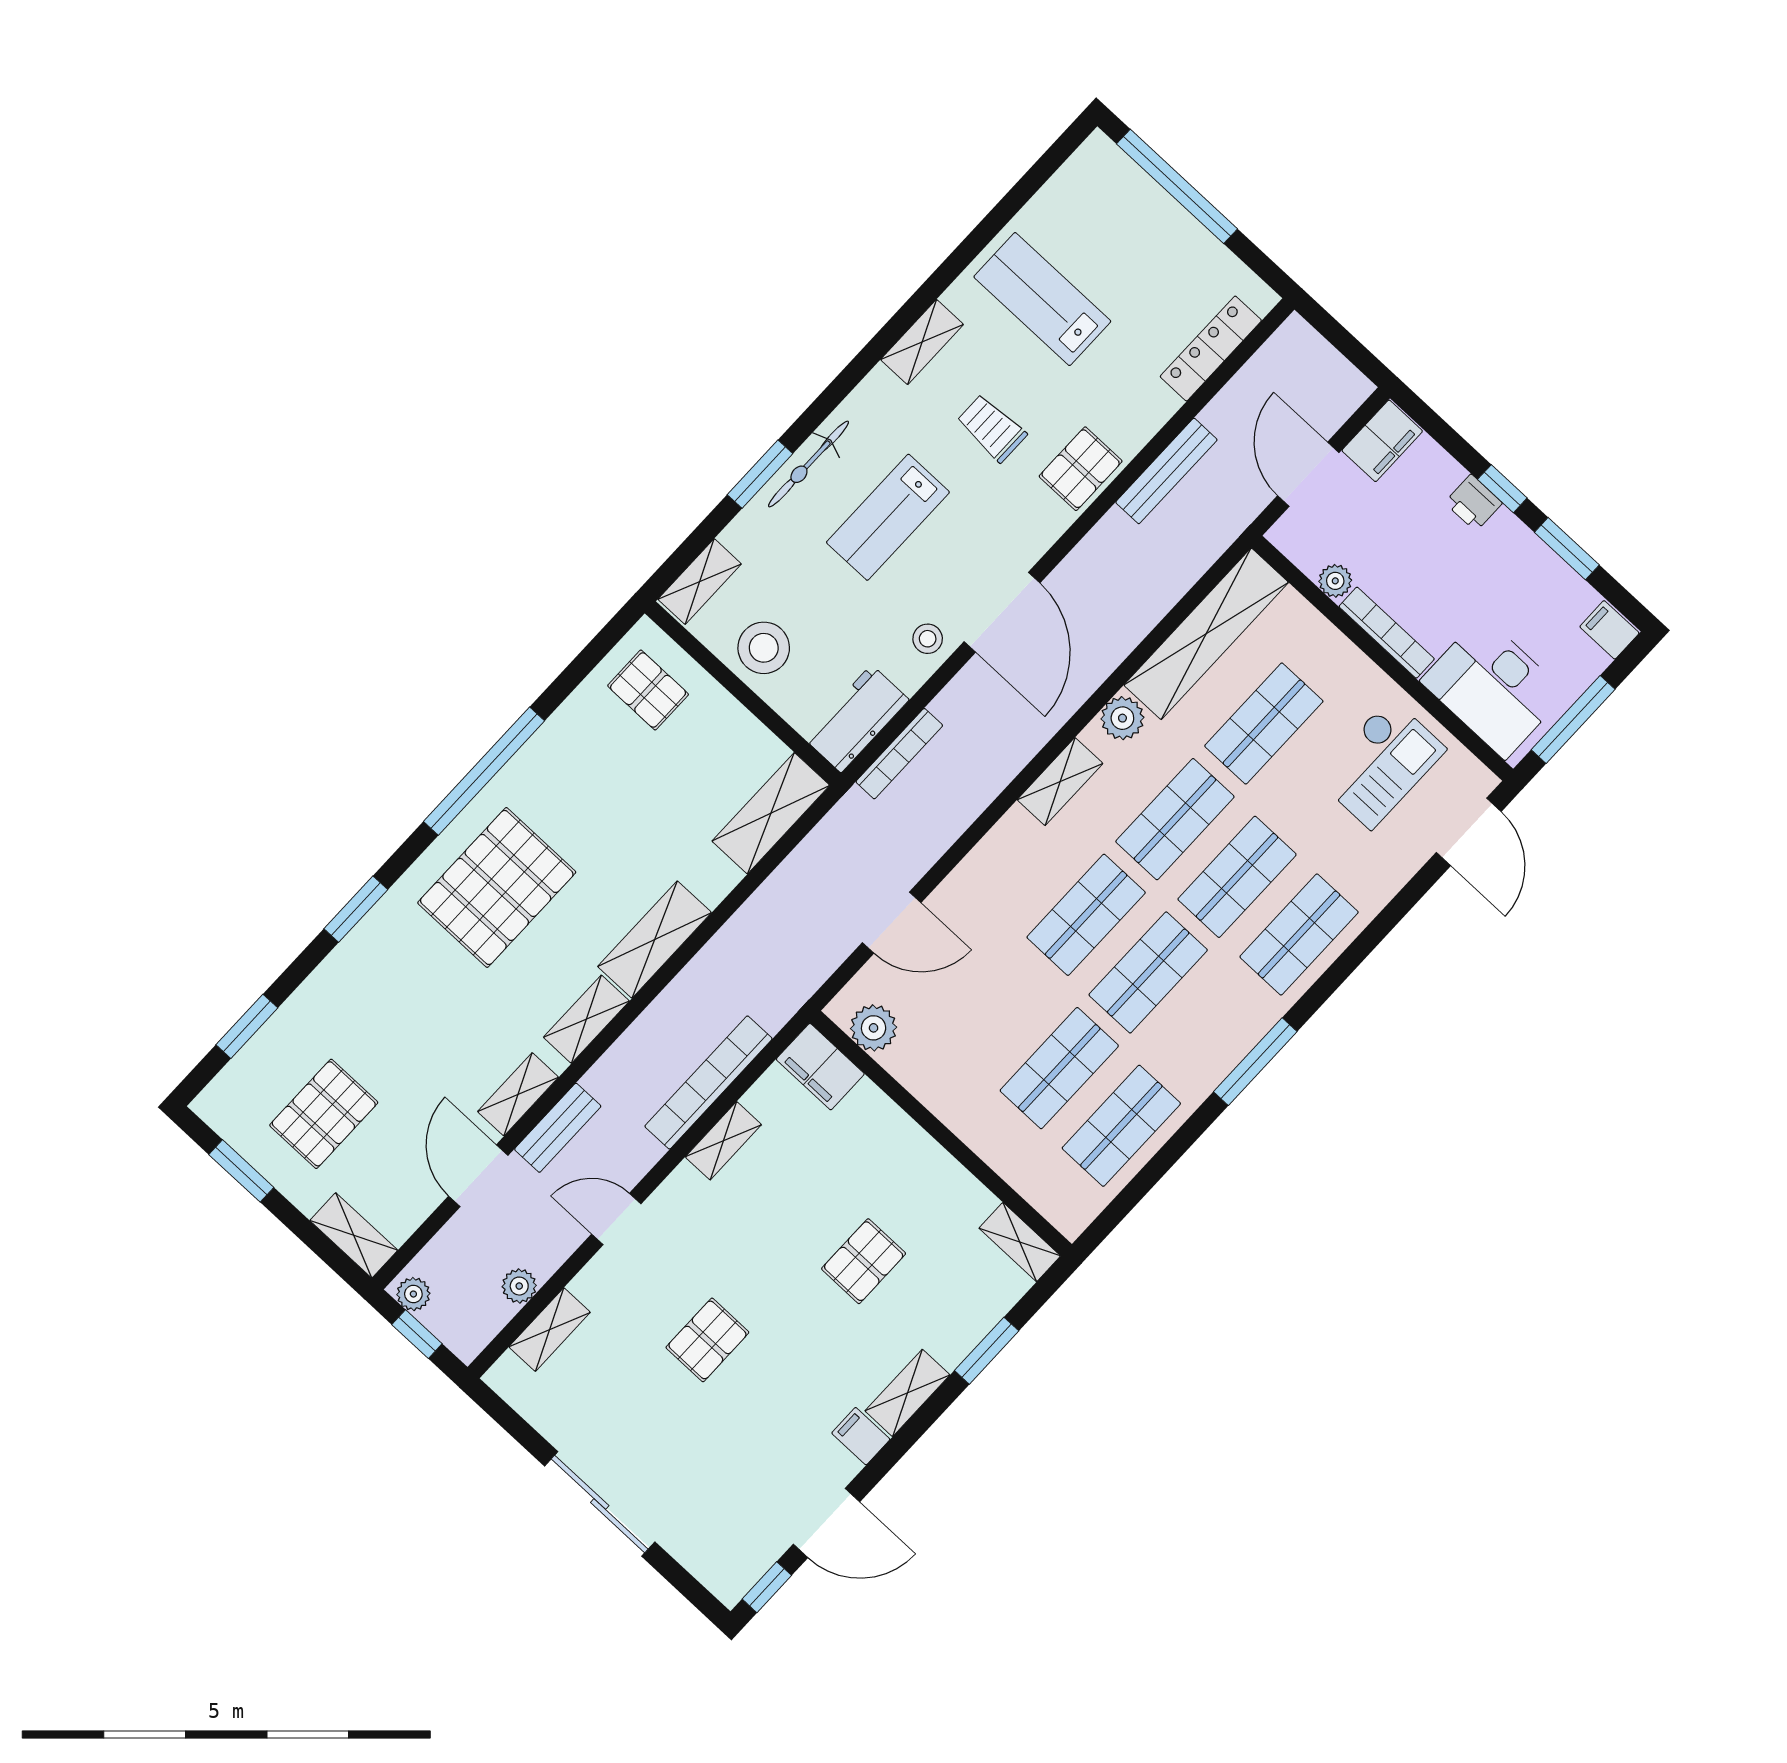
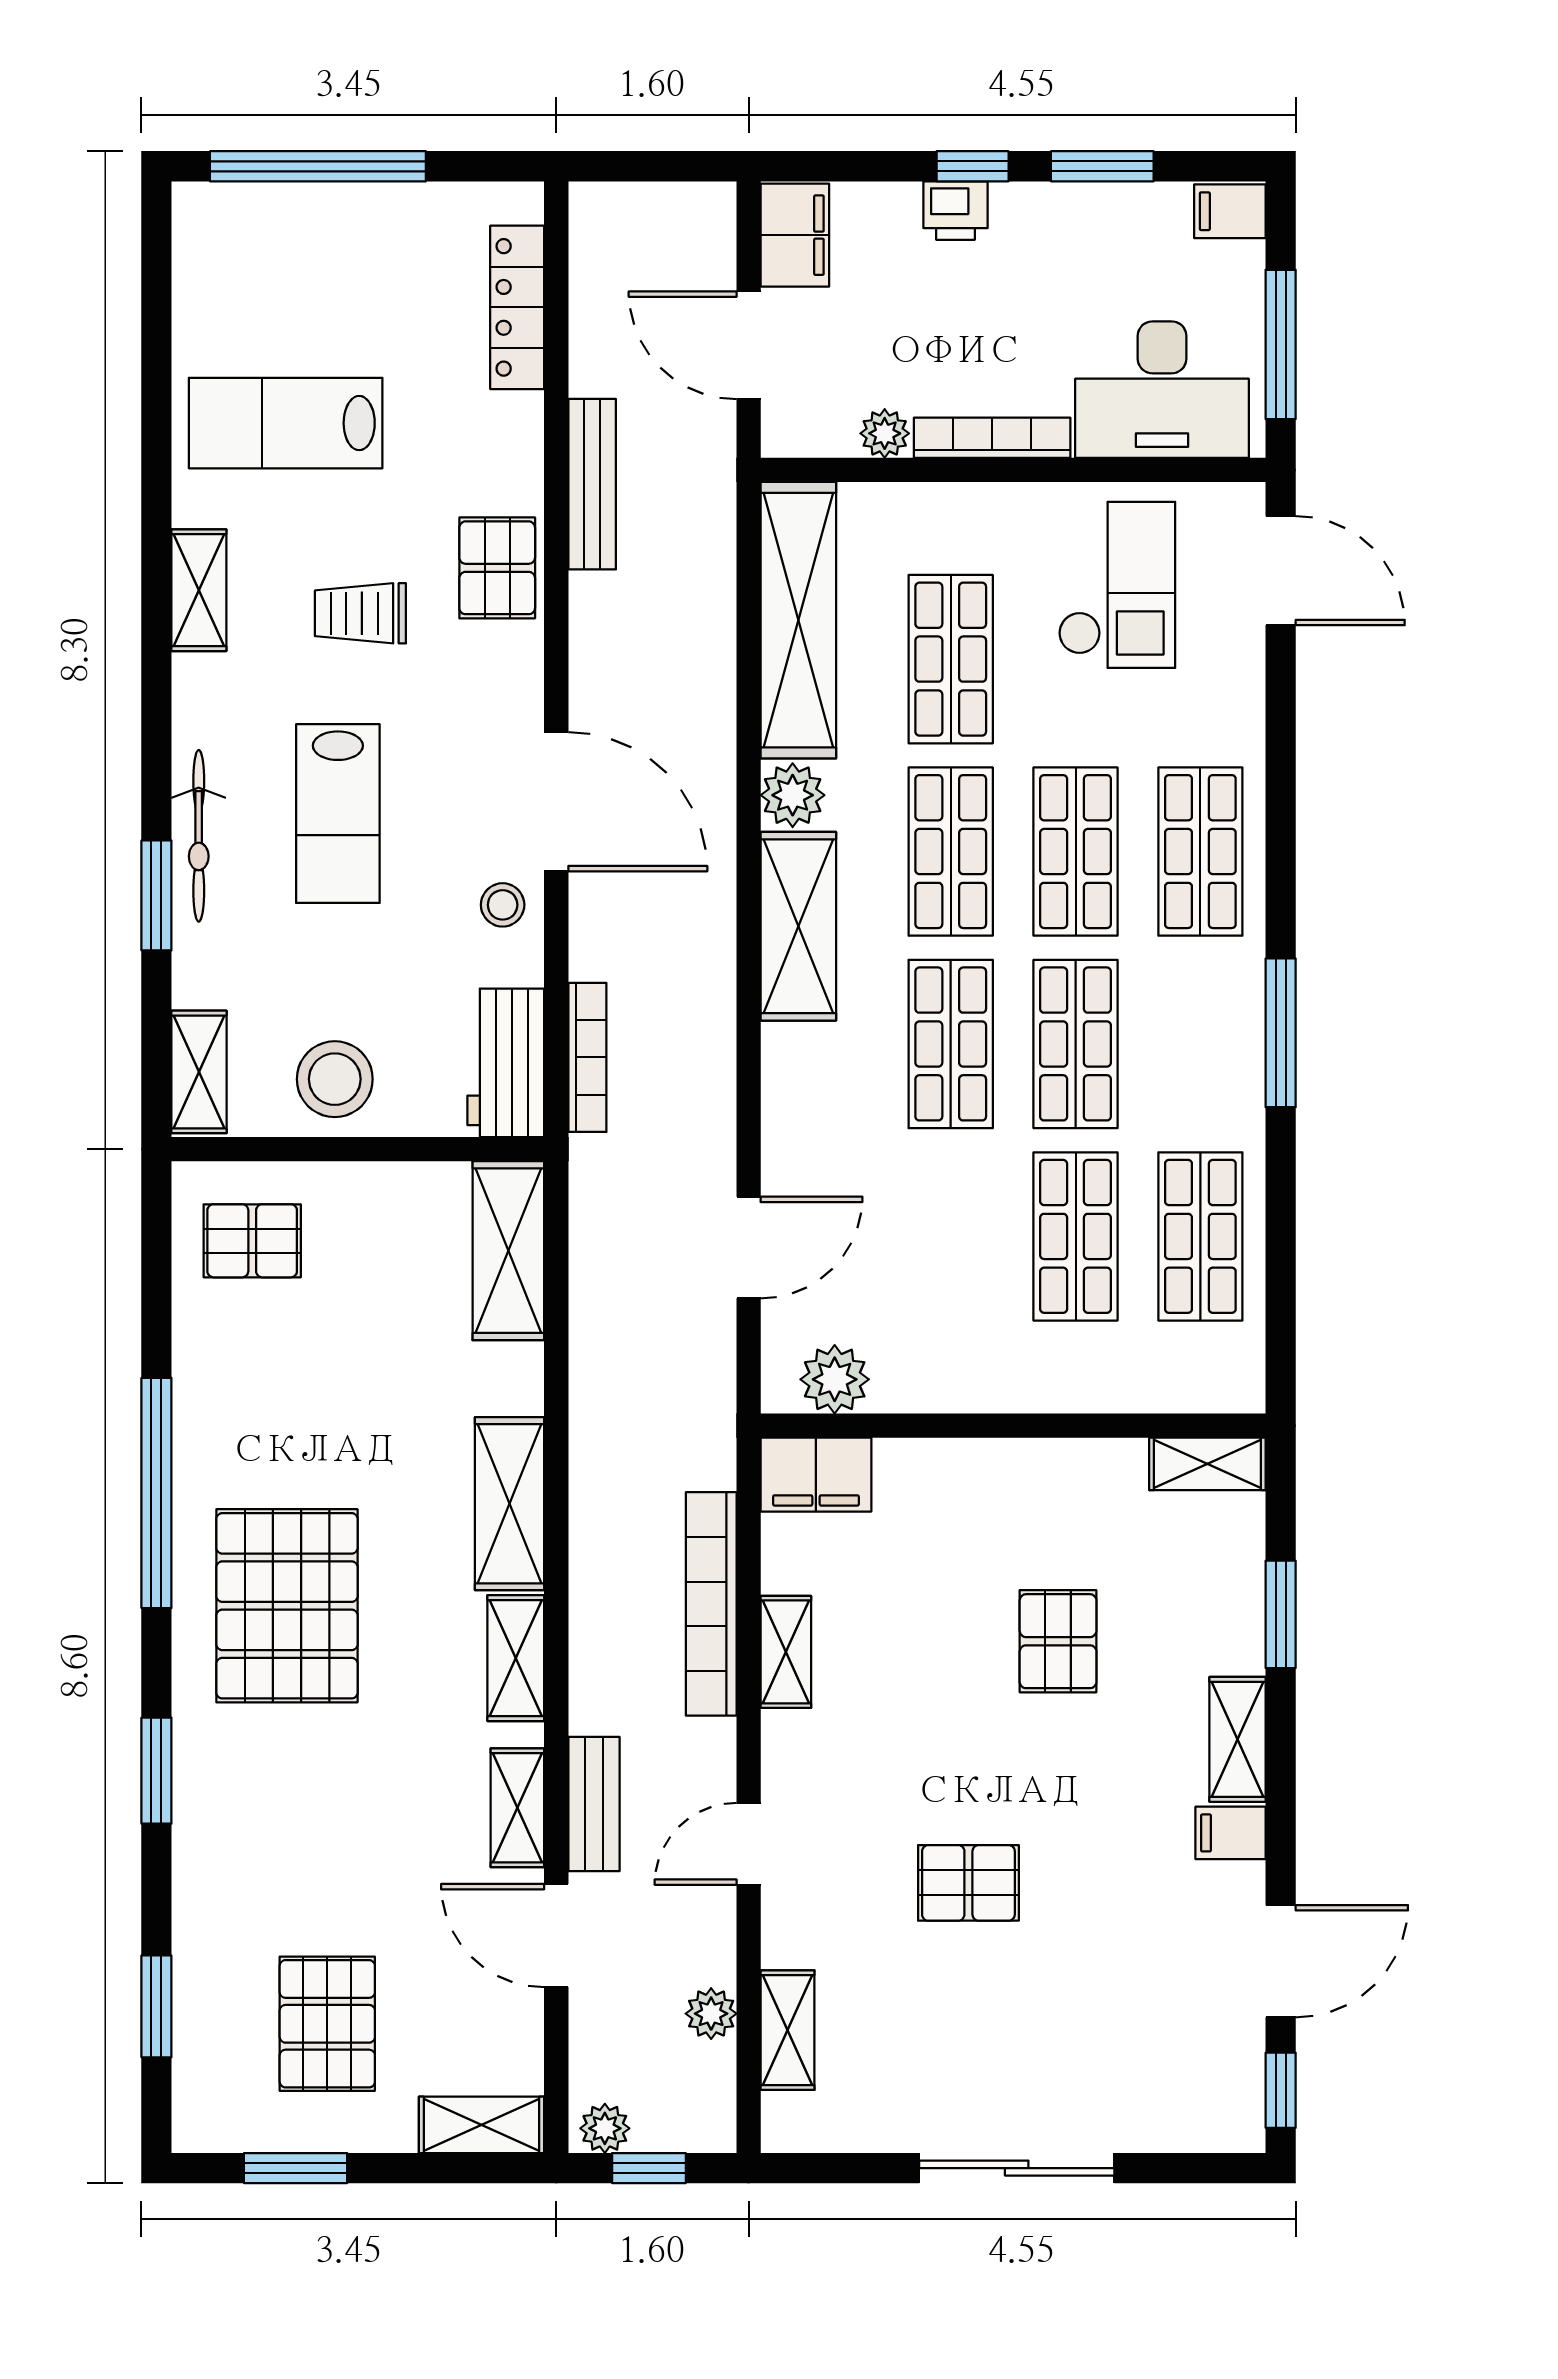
shelving: (1060, 782) -> (798, 926), width x1.50, depth x1.33
pallet: (707, 1340) -> (968, 1883), turned 90

